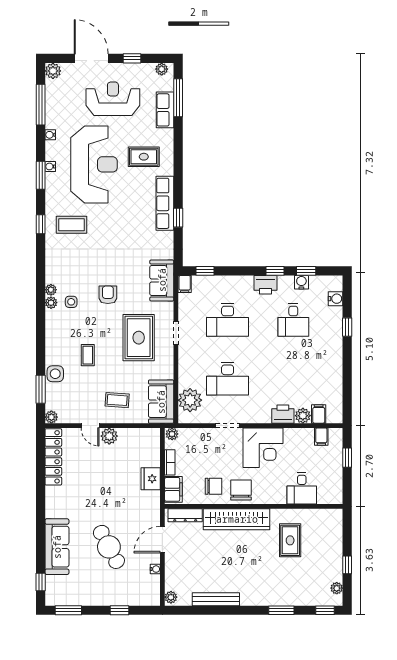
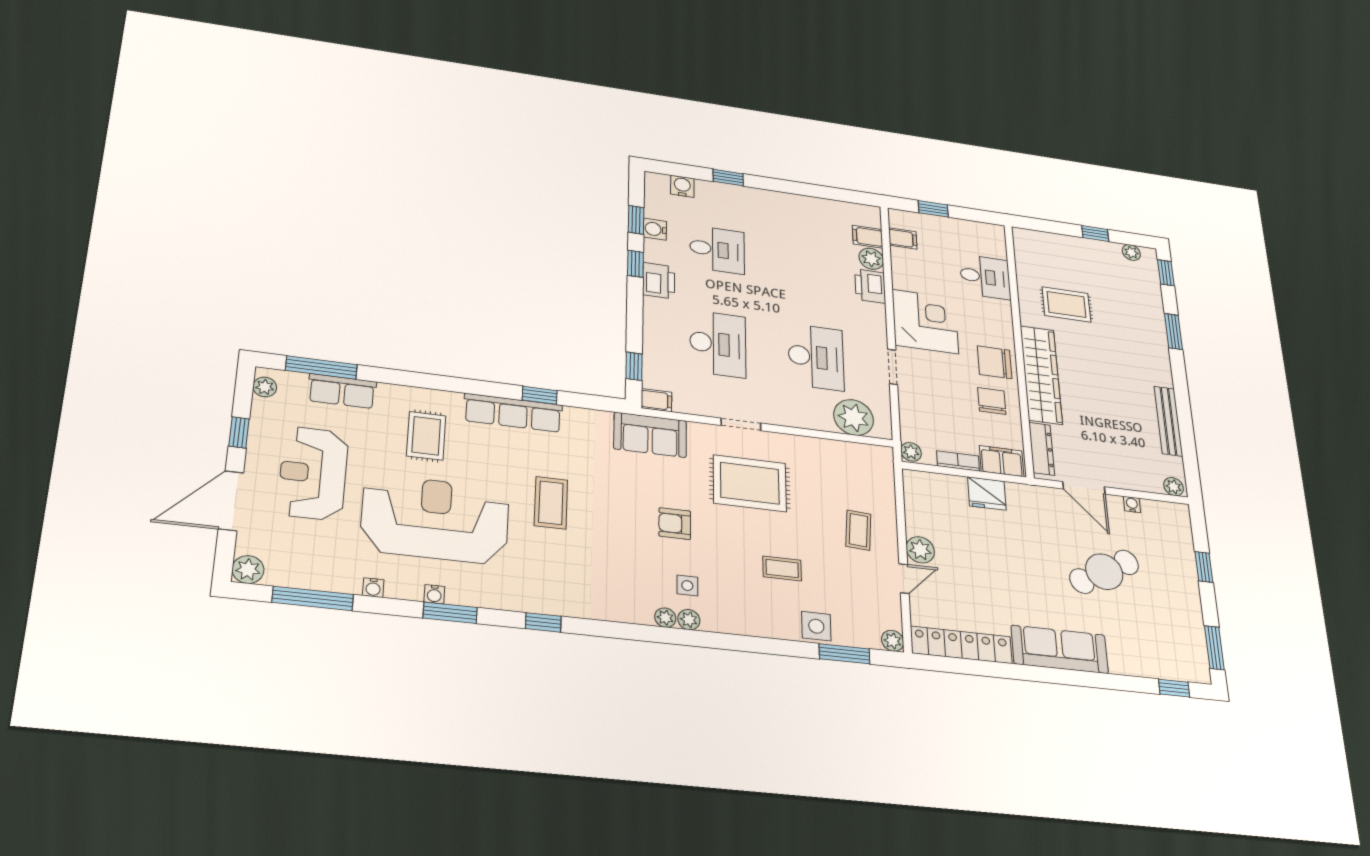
coffee table: (72, 225) -> (551, 503), moved
sofa: (161, 402) -> (858, 462), removed
sofa: (57, 547) -> (1060, 649), moved

